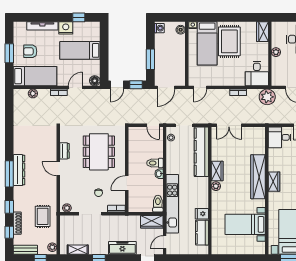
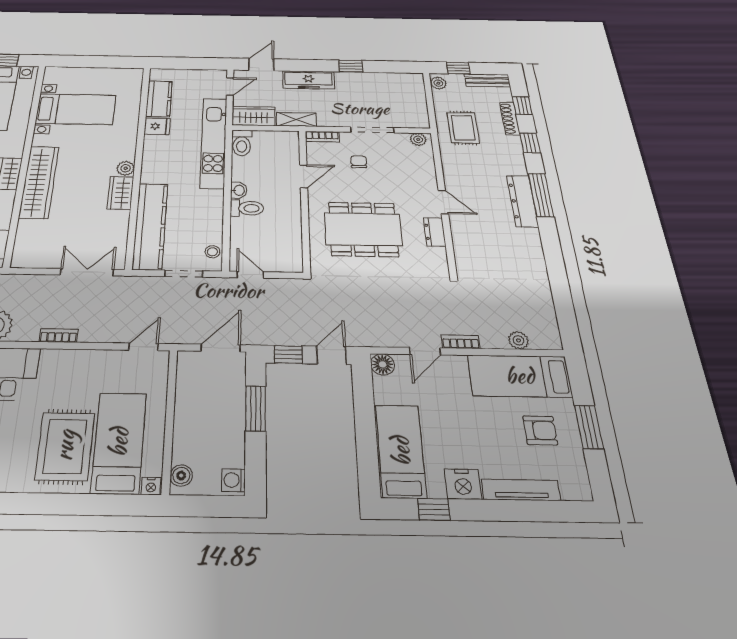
bed: (80, 50) -> (401, 451), moved, turned -90
dining table: (99, 152) -> (363, 229), turned 90
shelving: (78, 250) -> (296, 119), moved

